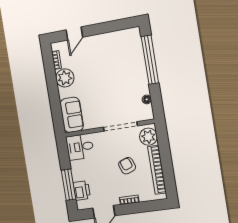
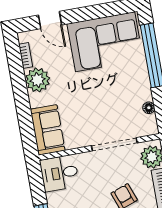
door: (74, 33) -> (50, 20), hinge flipped
corner sofa: (115, 50) -> (105, 42), added

